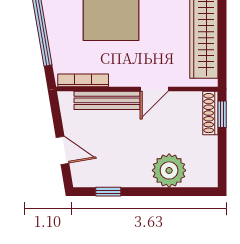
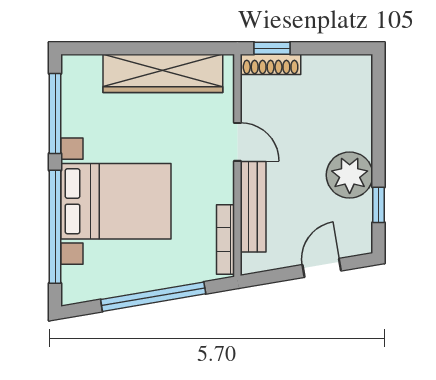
plant: (169, 170) -> (350, 175), moved

